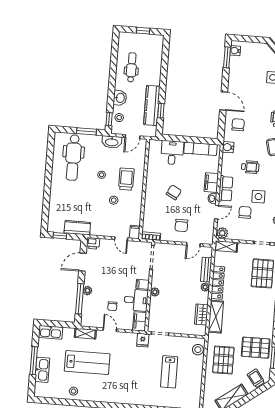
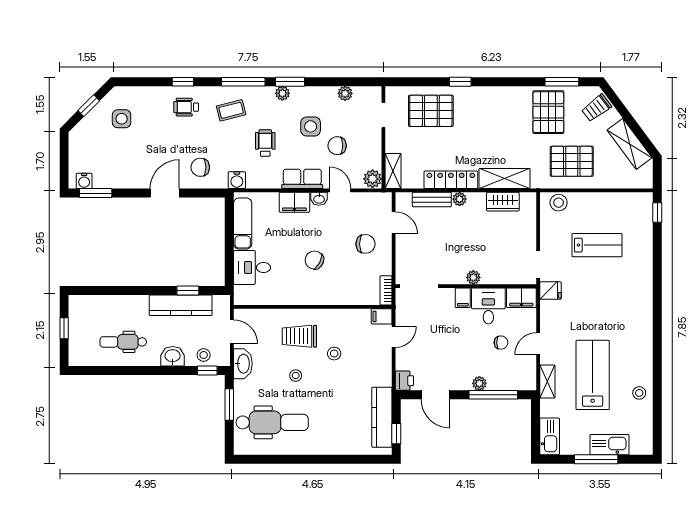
kitchen counter: (77, 228) -> (382, 417), width x1.50

